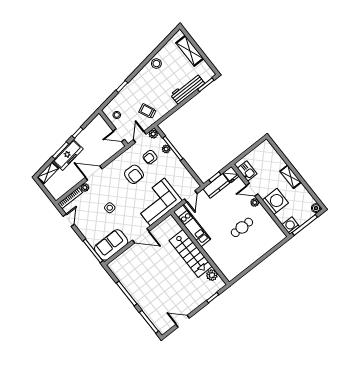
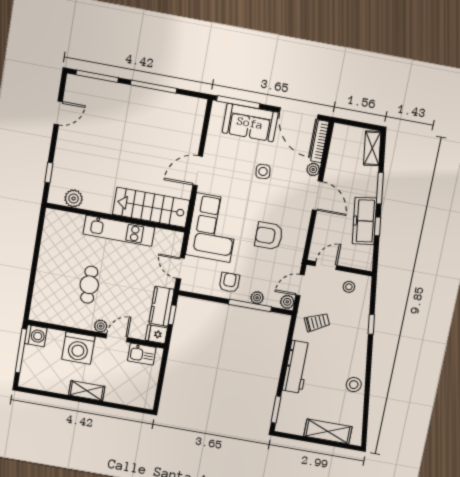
workbench: (188, 89) -> (297, 367), moved
door: (140, 137) -> (300, 285), swing flipped
freezer: (68, 155) -> (364, 221), moved
armchair: (150, 157) -> (229, 282), moved
door: (94, 173) -> (317, 196), hinge flipped
boiler: (316, 208) -> (26, 381), removed
door: (69, 220) -> (299, 113), width x1.88
kitchen unit: (192, 226) -> (119, 231), moved
sofa: (111, 245) -> (250, 123), moved, turned 90
stairs: (191, 253) -> (151, 207), moved

